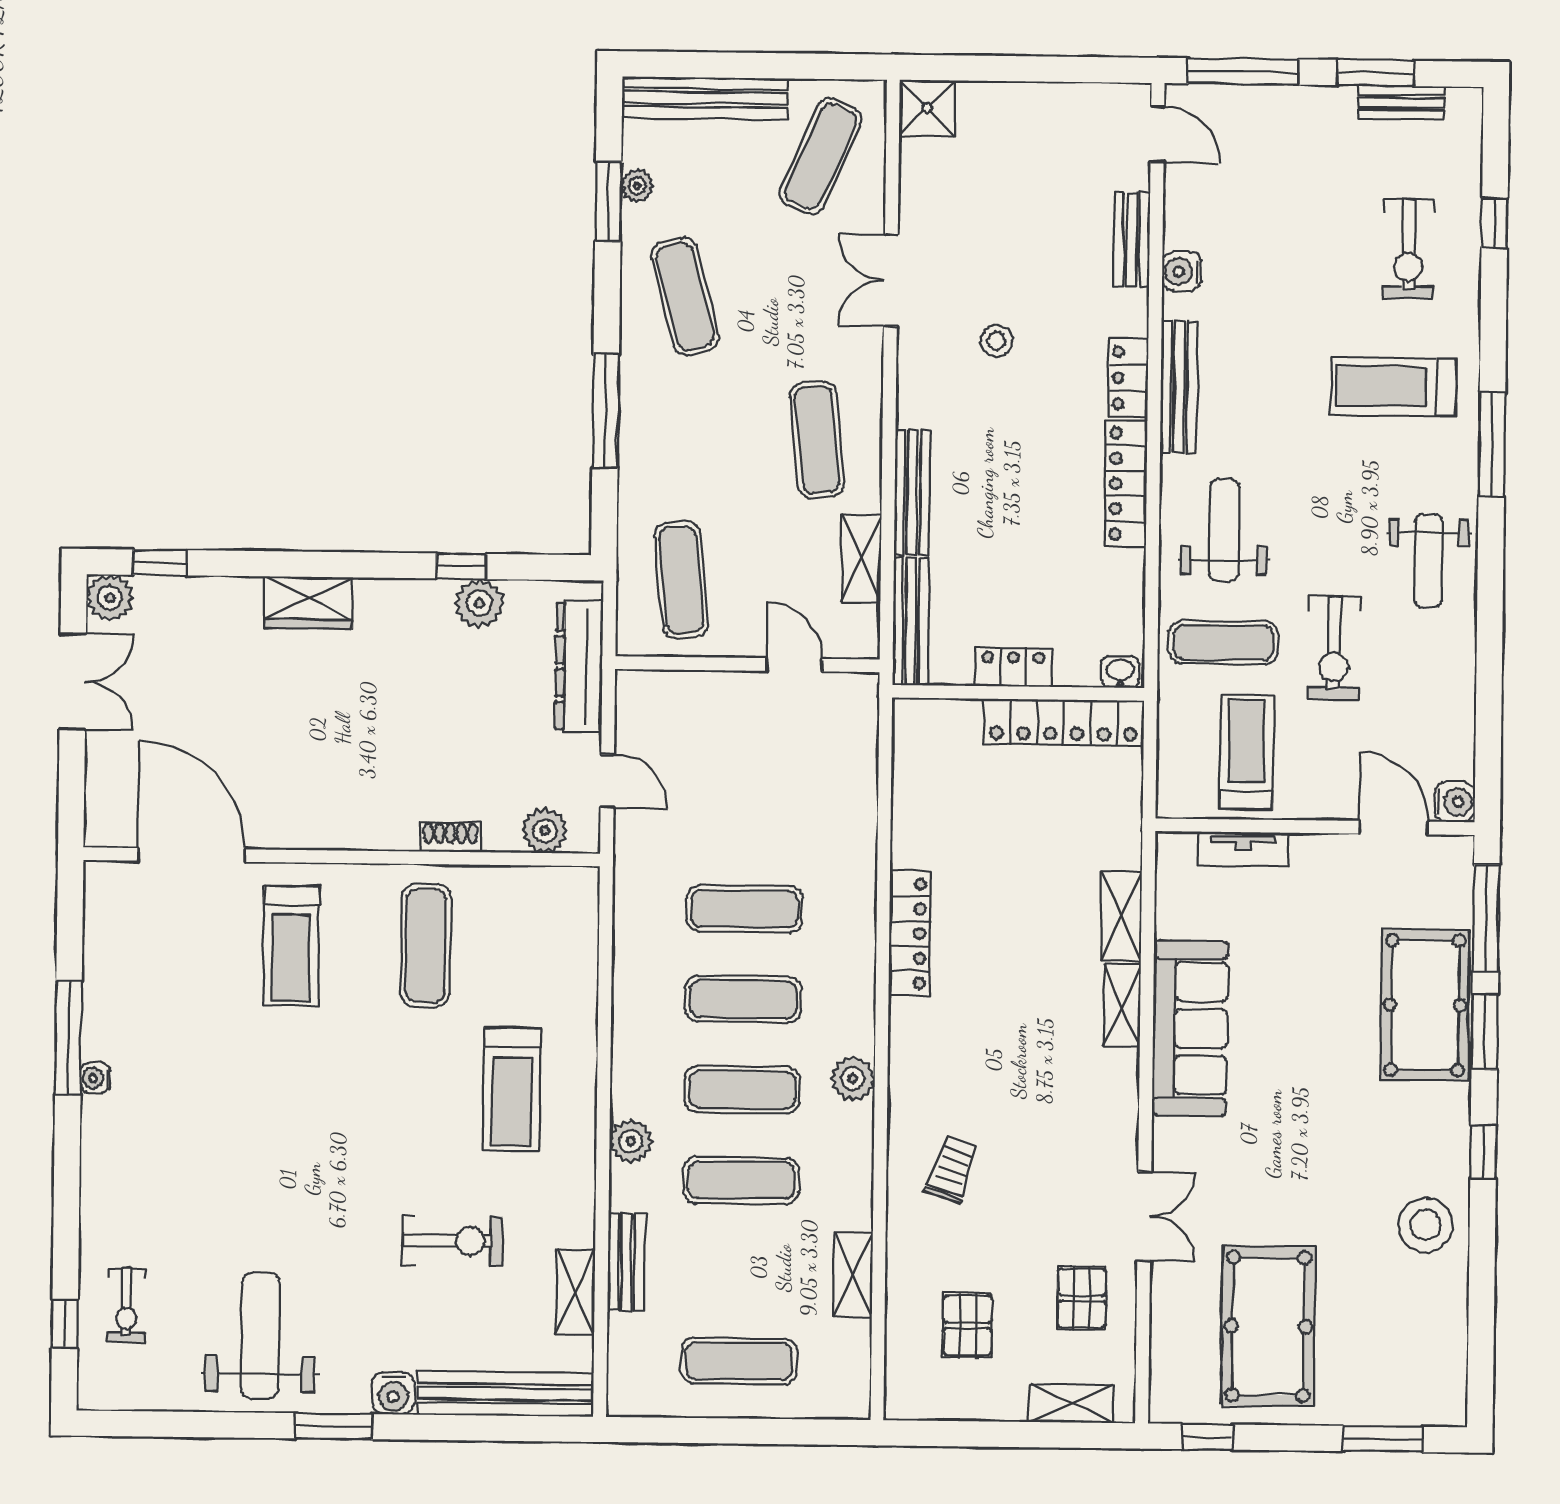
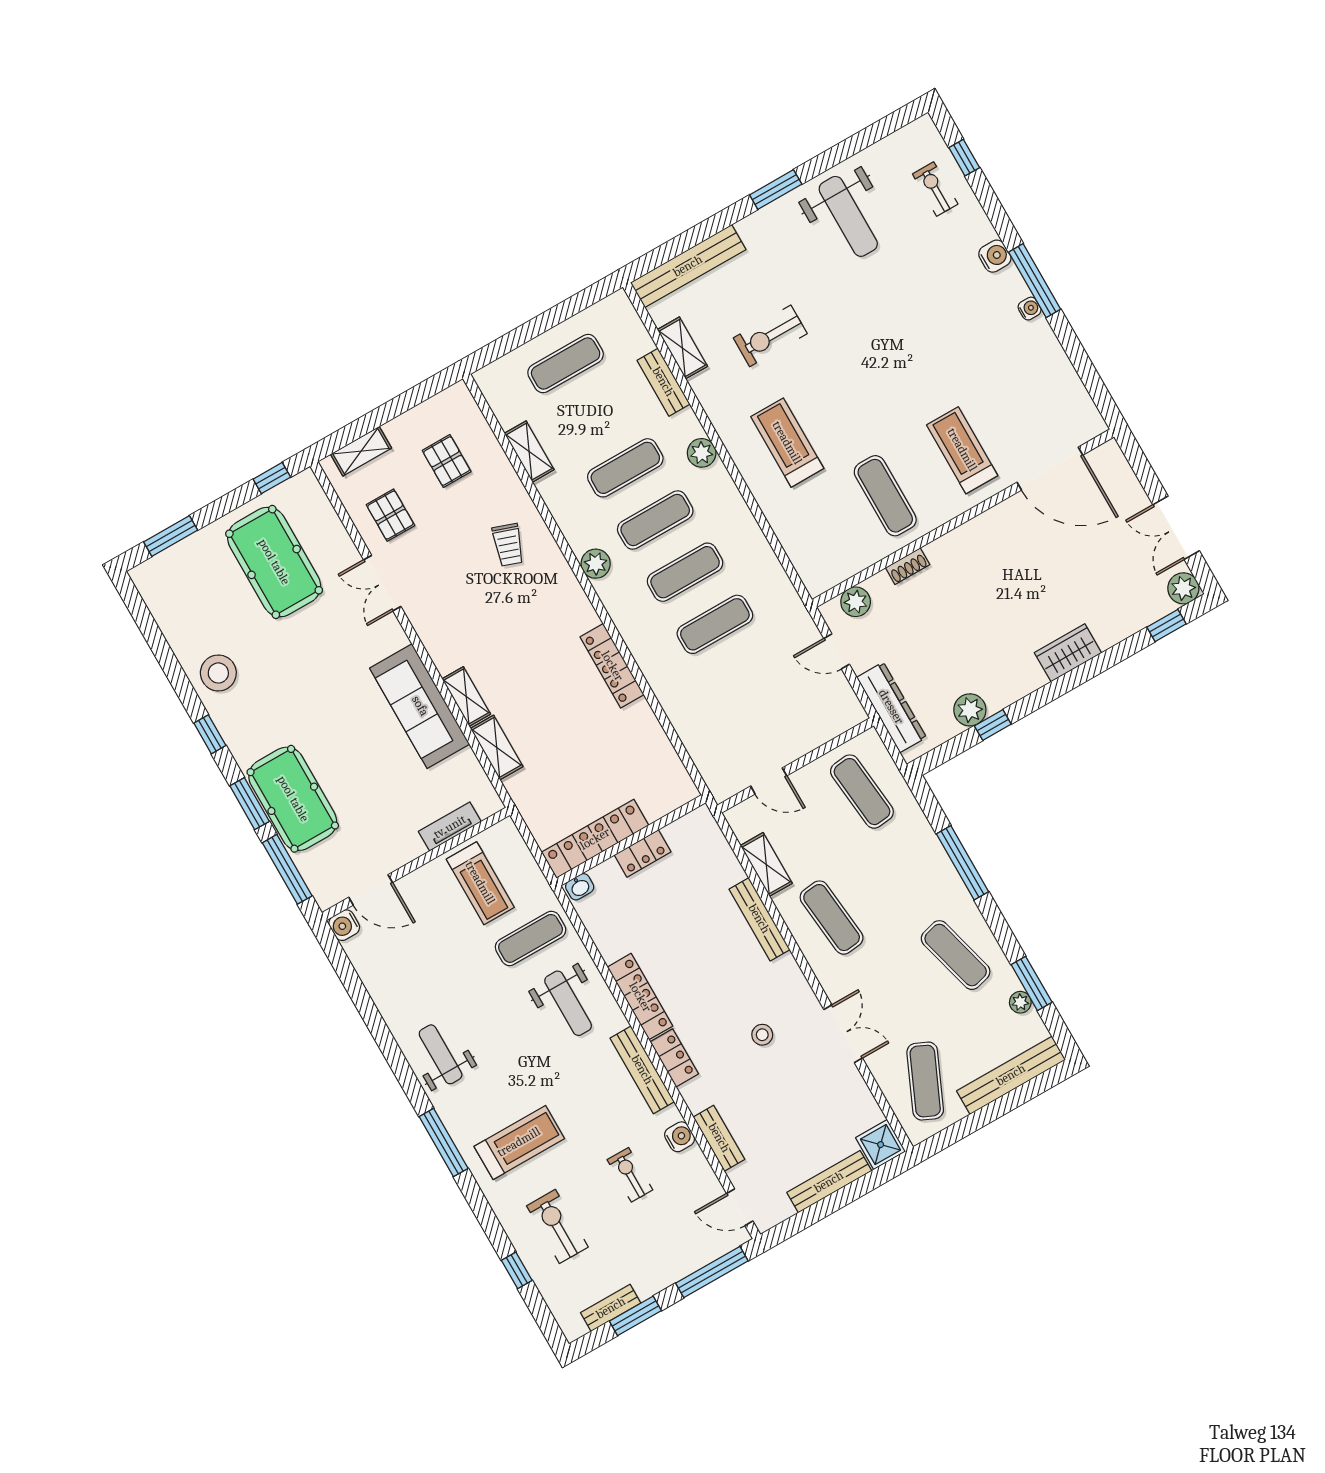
bench: (911, 622) -> (829, 1182), moved, turned 90
exercise bike: (1334, 648) -> (630, 1175), moved, width x0.73, depth x0.72
window: (68, 1038) -> (1035, 281), moved
water cooler: (393, 1393) -> (995, 256), moved, turned 90

